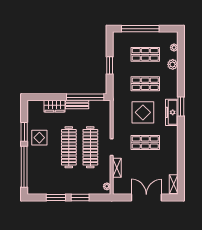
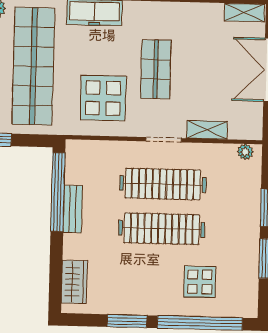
shop shelf: (145, 84) -> (33, 66), width x2.00, depth x1.36
wardrobe: (55, 106) -> (74, 282), moved
display table: (143, 112) -> (103, 98), moved
display table: (39, 138) -> (200, 282), moved

